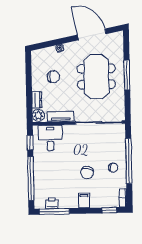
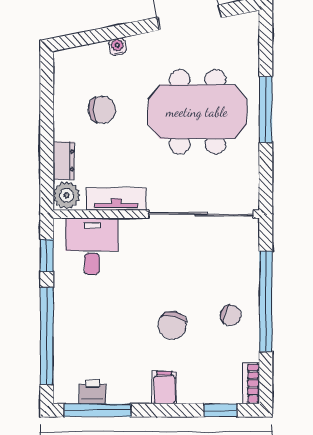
meeting table: (96, 77) -> (197, 112), turned 90

